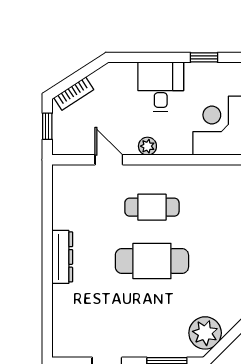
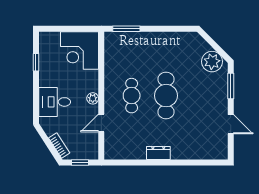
desk: (161, 87) -> (55, 102), moved
dresser: (62, 257) -> (158, 153), width x0.70

